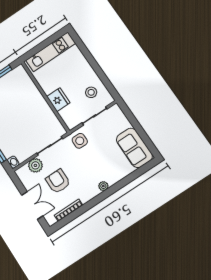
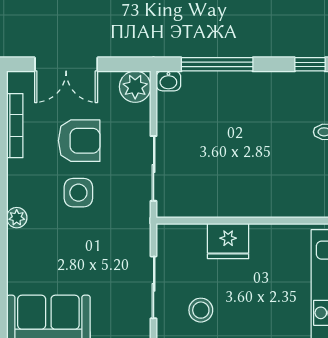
side table: (80, 141) -> (78, 193), moved
plant: (35, 165) -> (135, 87), moved

